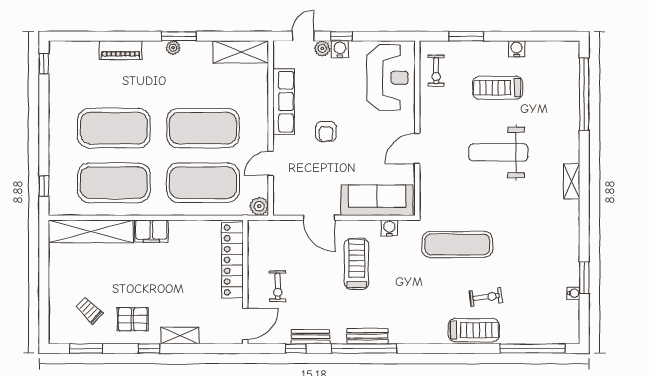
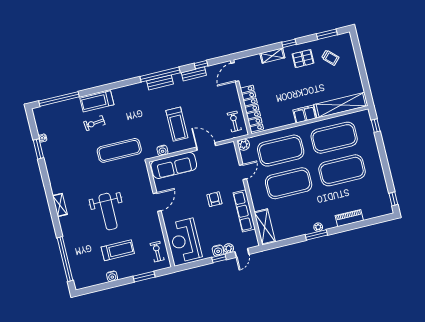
shelving: (241, 52) -> (265, 227), moved, turned 90
weight bench: (498, 152) -> (108, 212), turned 90
exercise bike: (278, 286) -> (234, 121), moved

